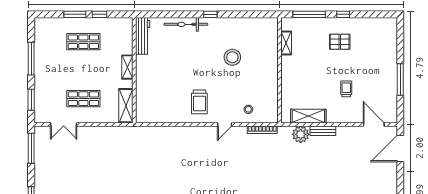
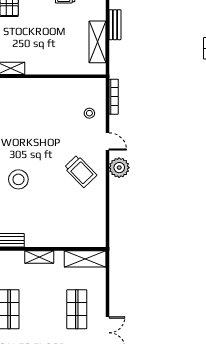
stool: (232, 57) -> (18, 179), moved
trolley: (199, 102) -> (80, 171), turned 46
plant: (301, 134) -> (119, 168), moved

